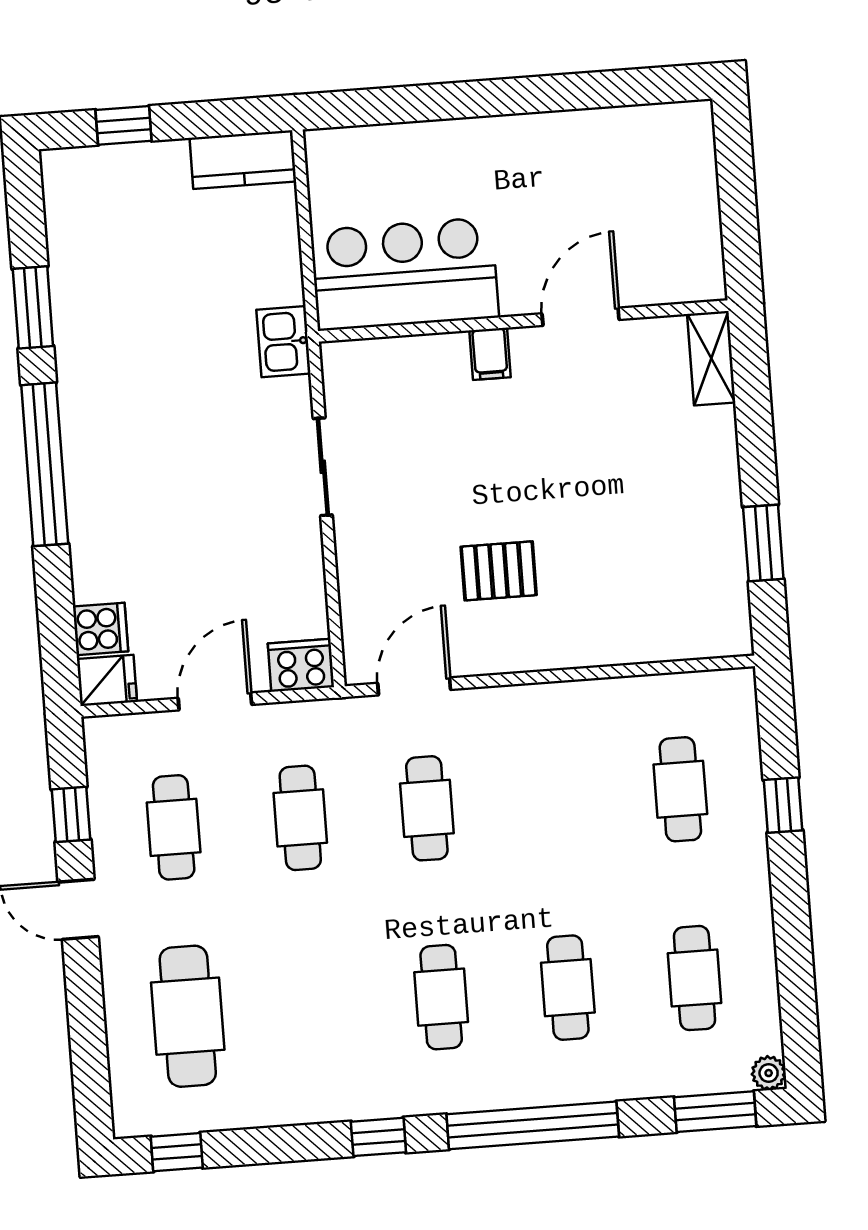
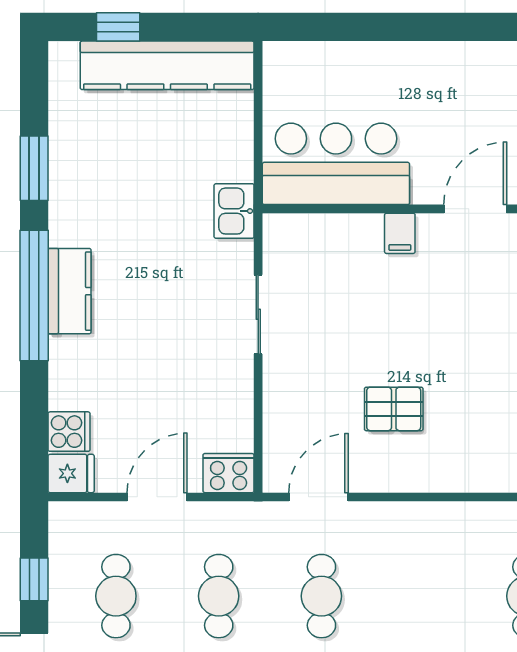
kitchen counter: (243, 160) -> (167, 65), width x2.08, depth x1.17
kitchen counter: (88, 456) -> (69, 291), added

